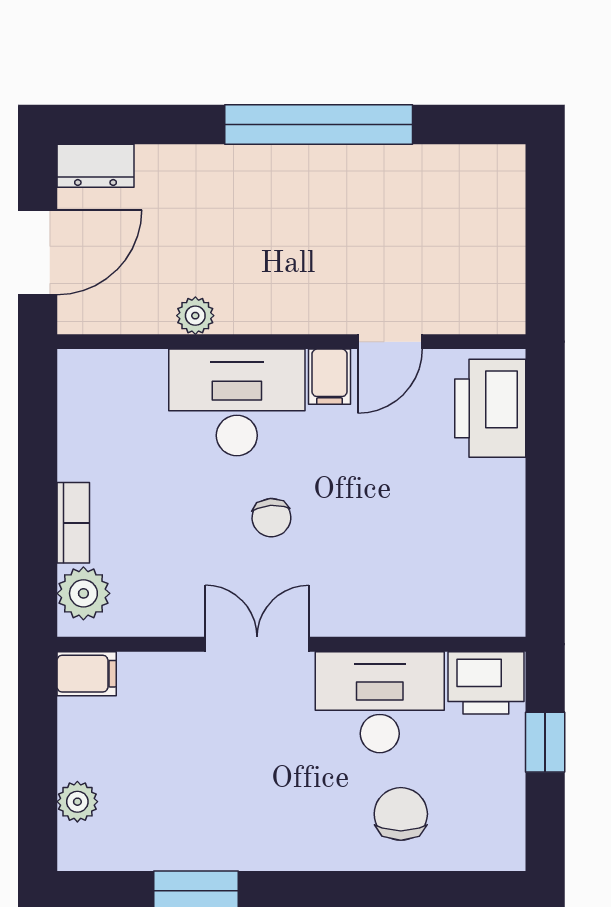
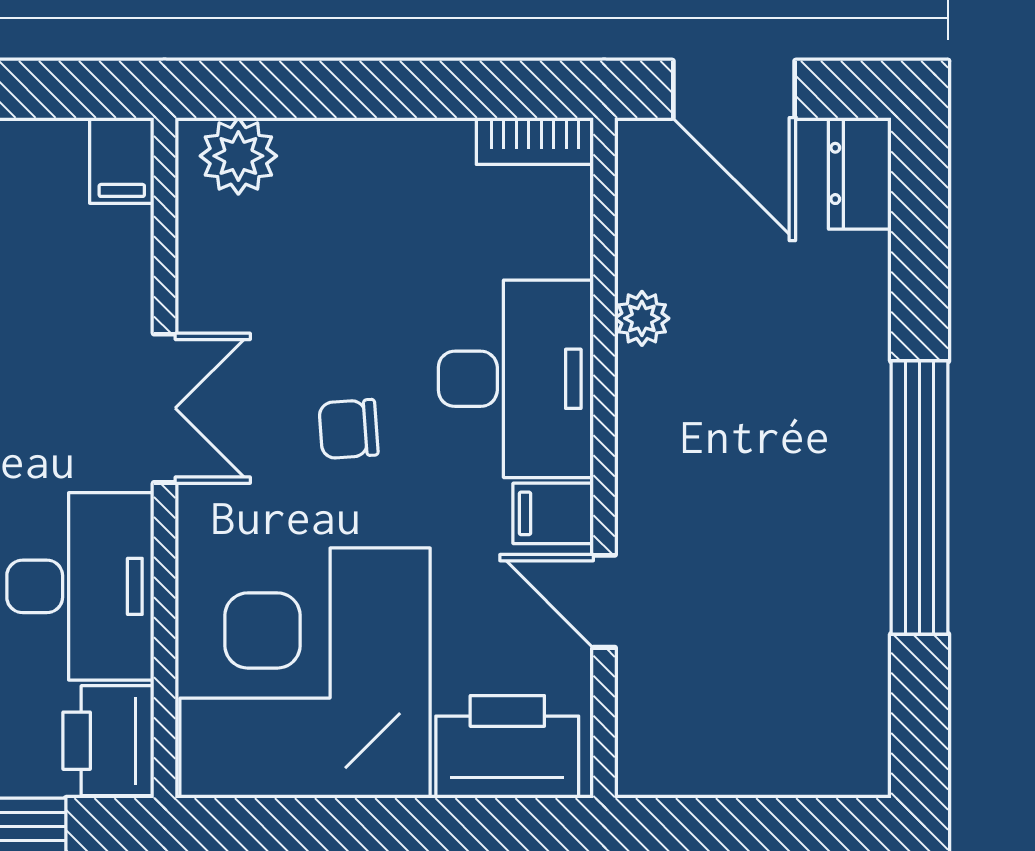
bookcase: (73, 523) -> (535, 141), moved
corner desk: (439, 547) -> (305, 673), added

